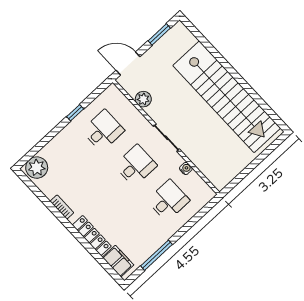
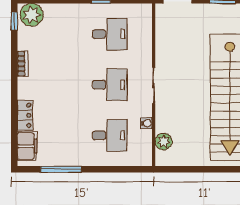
plant: (143, 99) -> (164, 141), moved
window: (29, 183) -> (14, 21), added
locker: (92, 236) -> (25, 115), width x0.66

